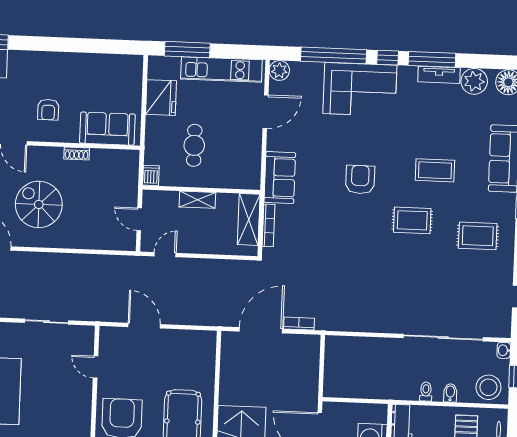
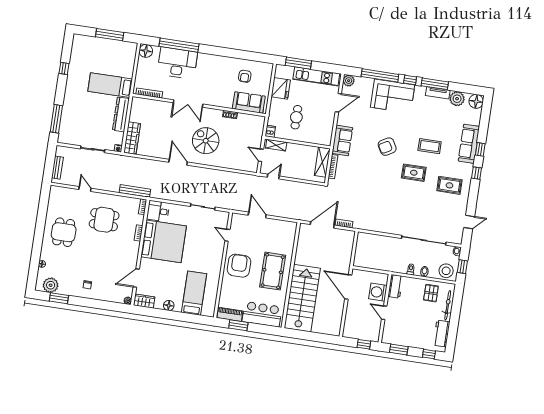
armchair: (48, 110) -> (245, 76), moved
armchair: (360, 180) -> (387, 147), turned -120
shelving: (197, 200) -> (276, 145), moved

